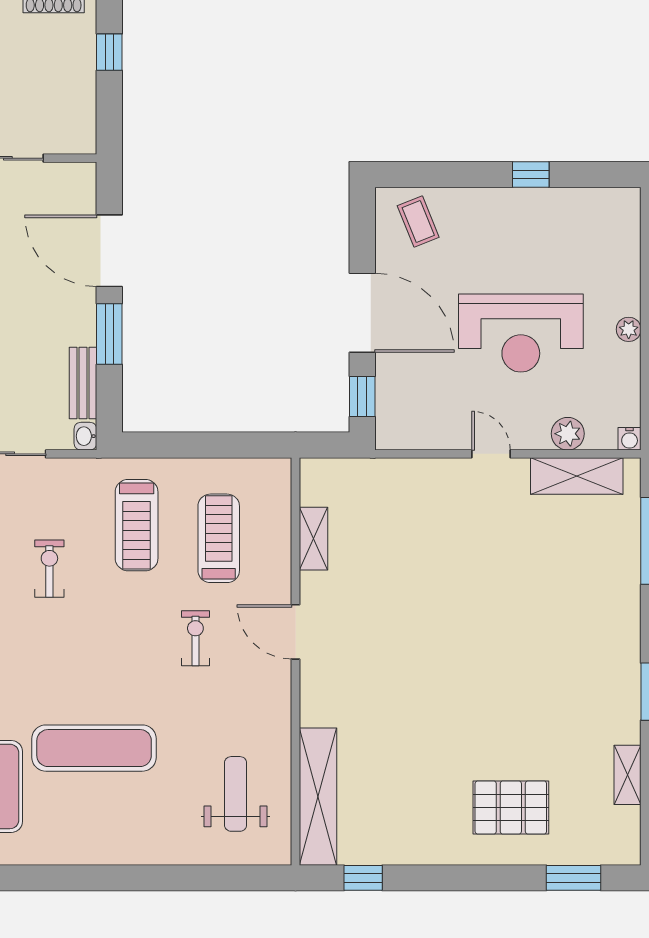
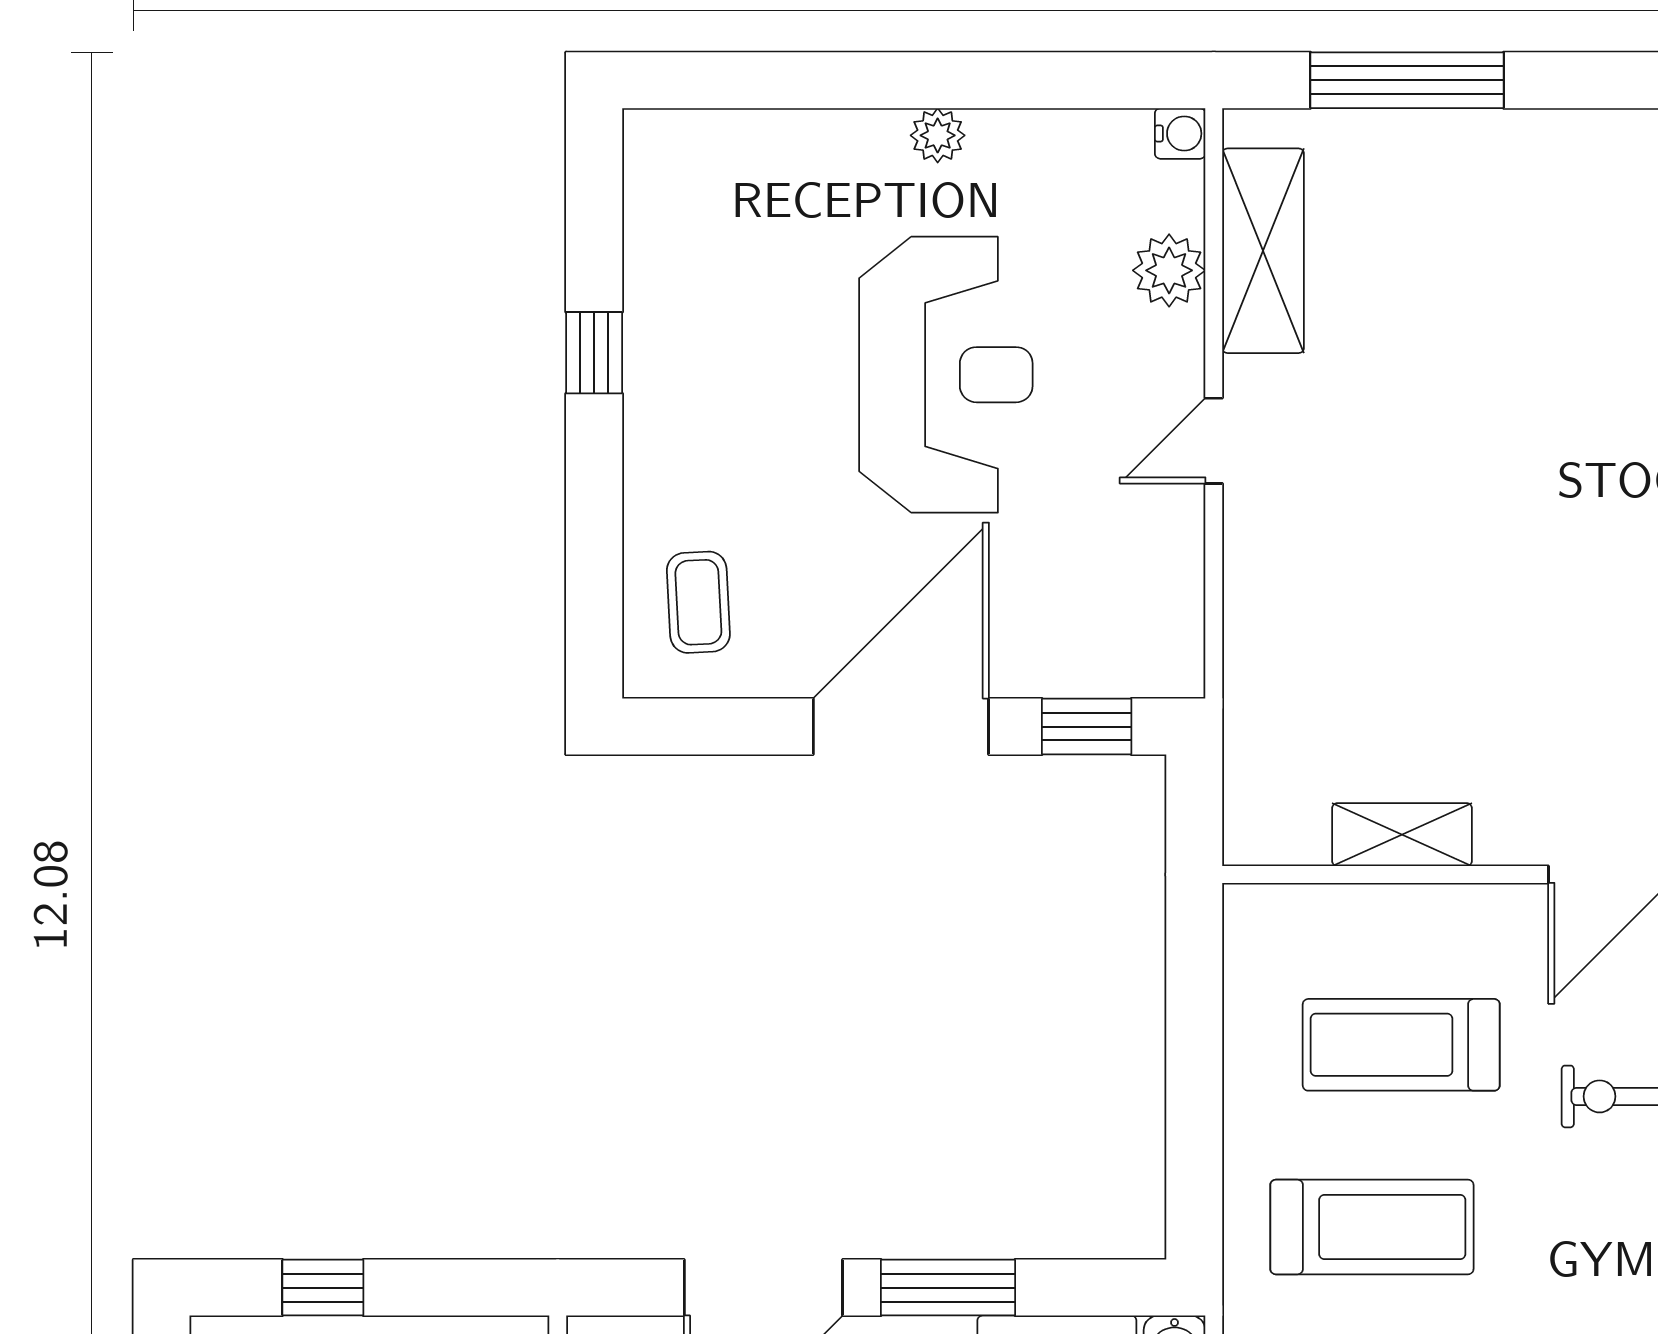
coffee table: (418, 222) -> (698, 602), turned -71

